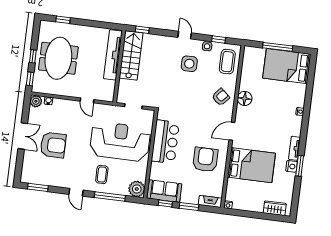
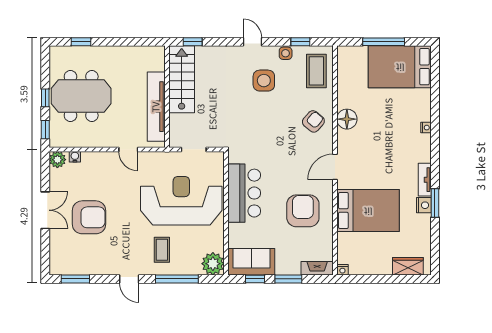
tv unit: (113, 55) -> (156, 107), moved
meeting table: (58, 58) -> (81, 96), turned 90

